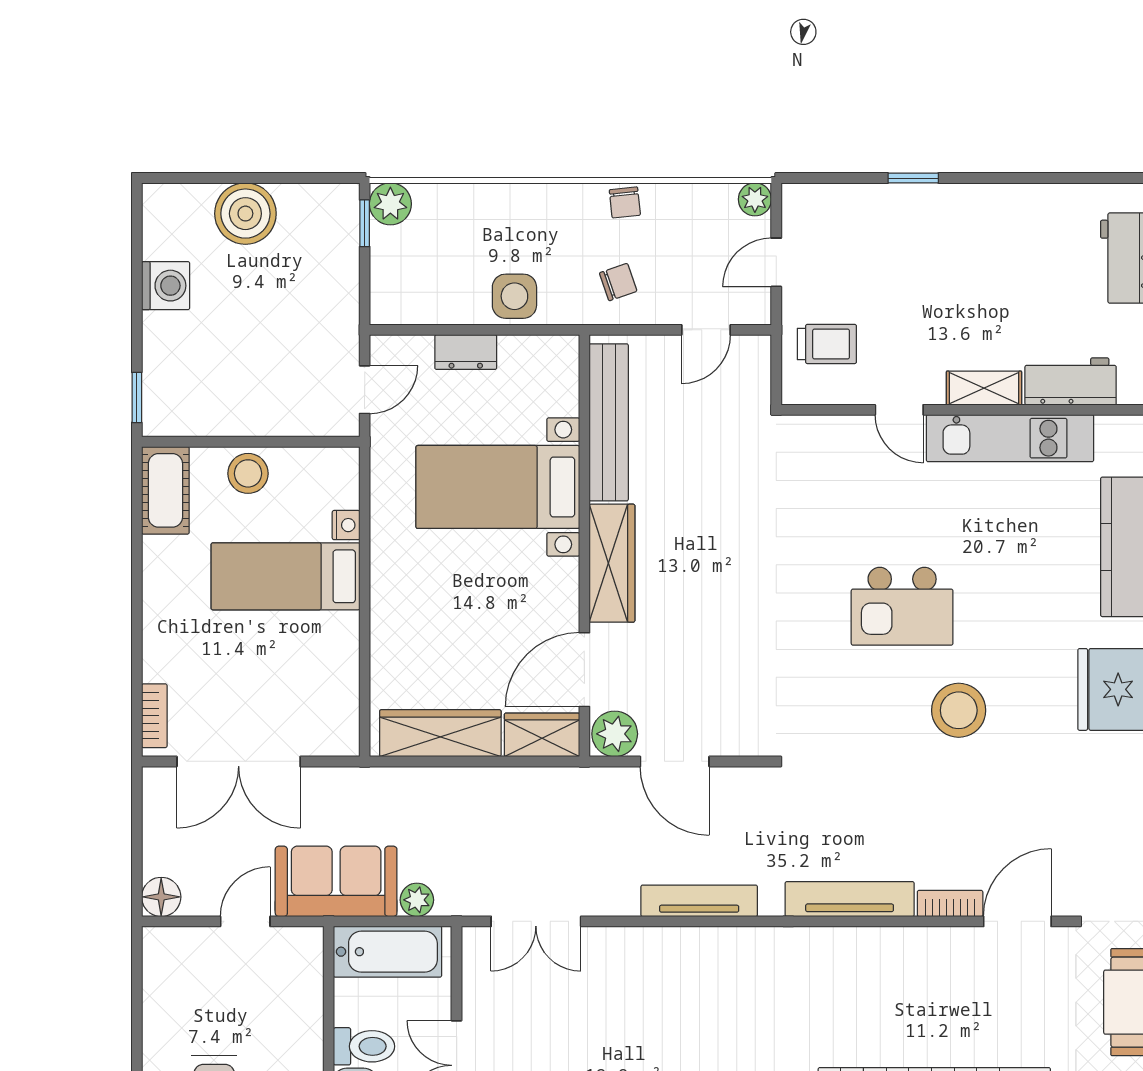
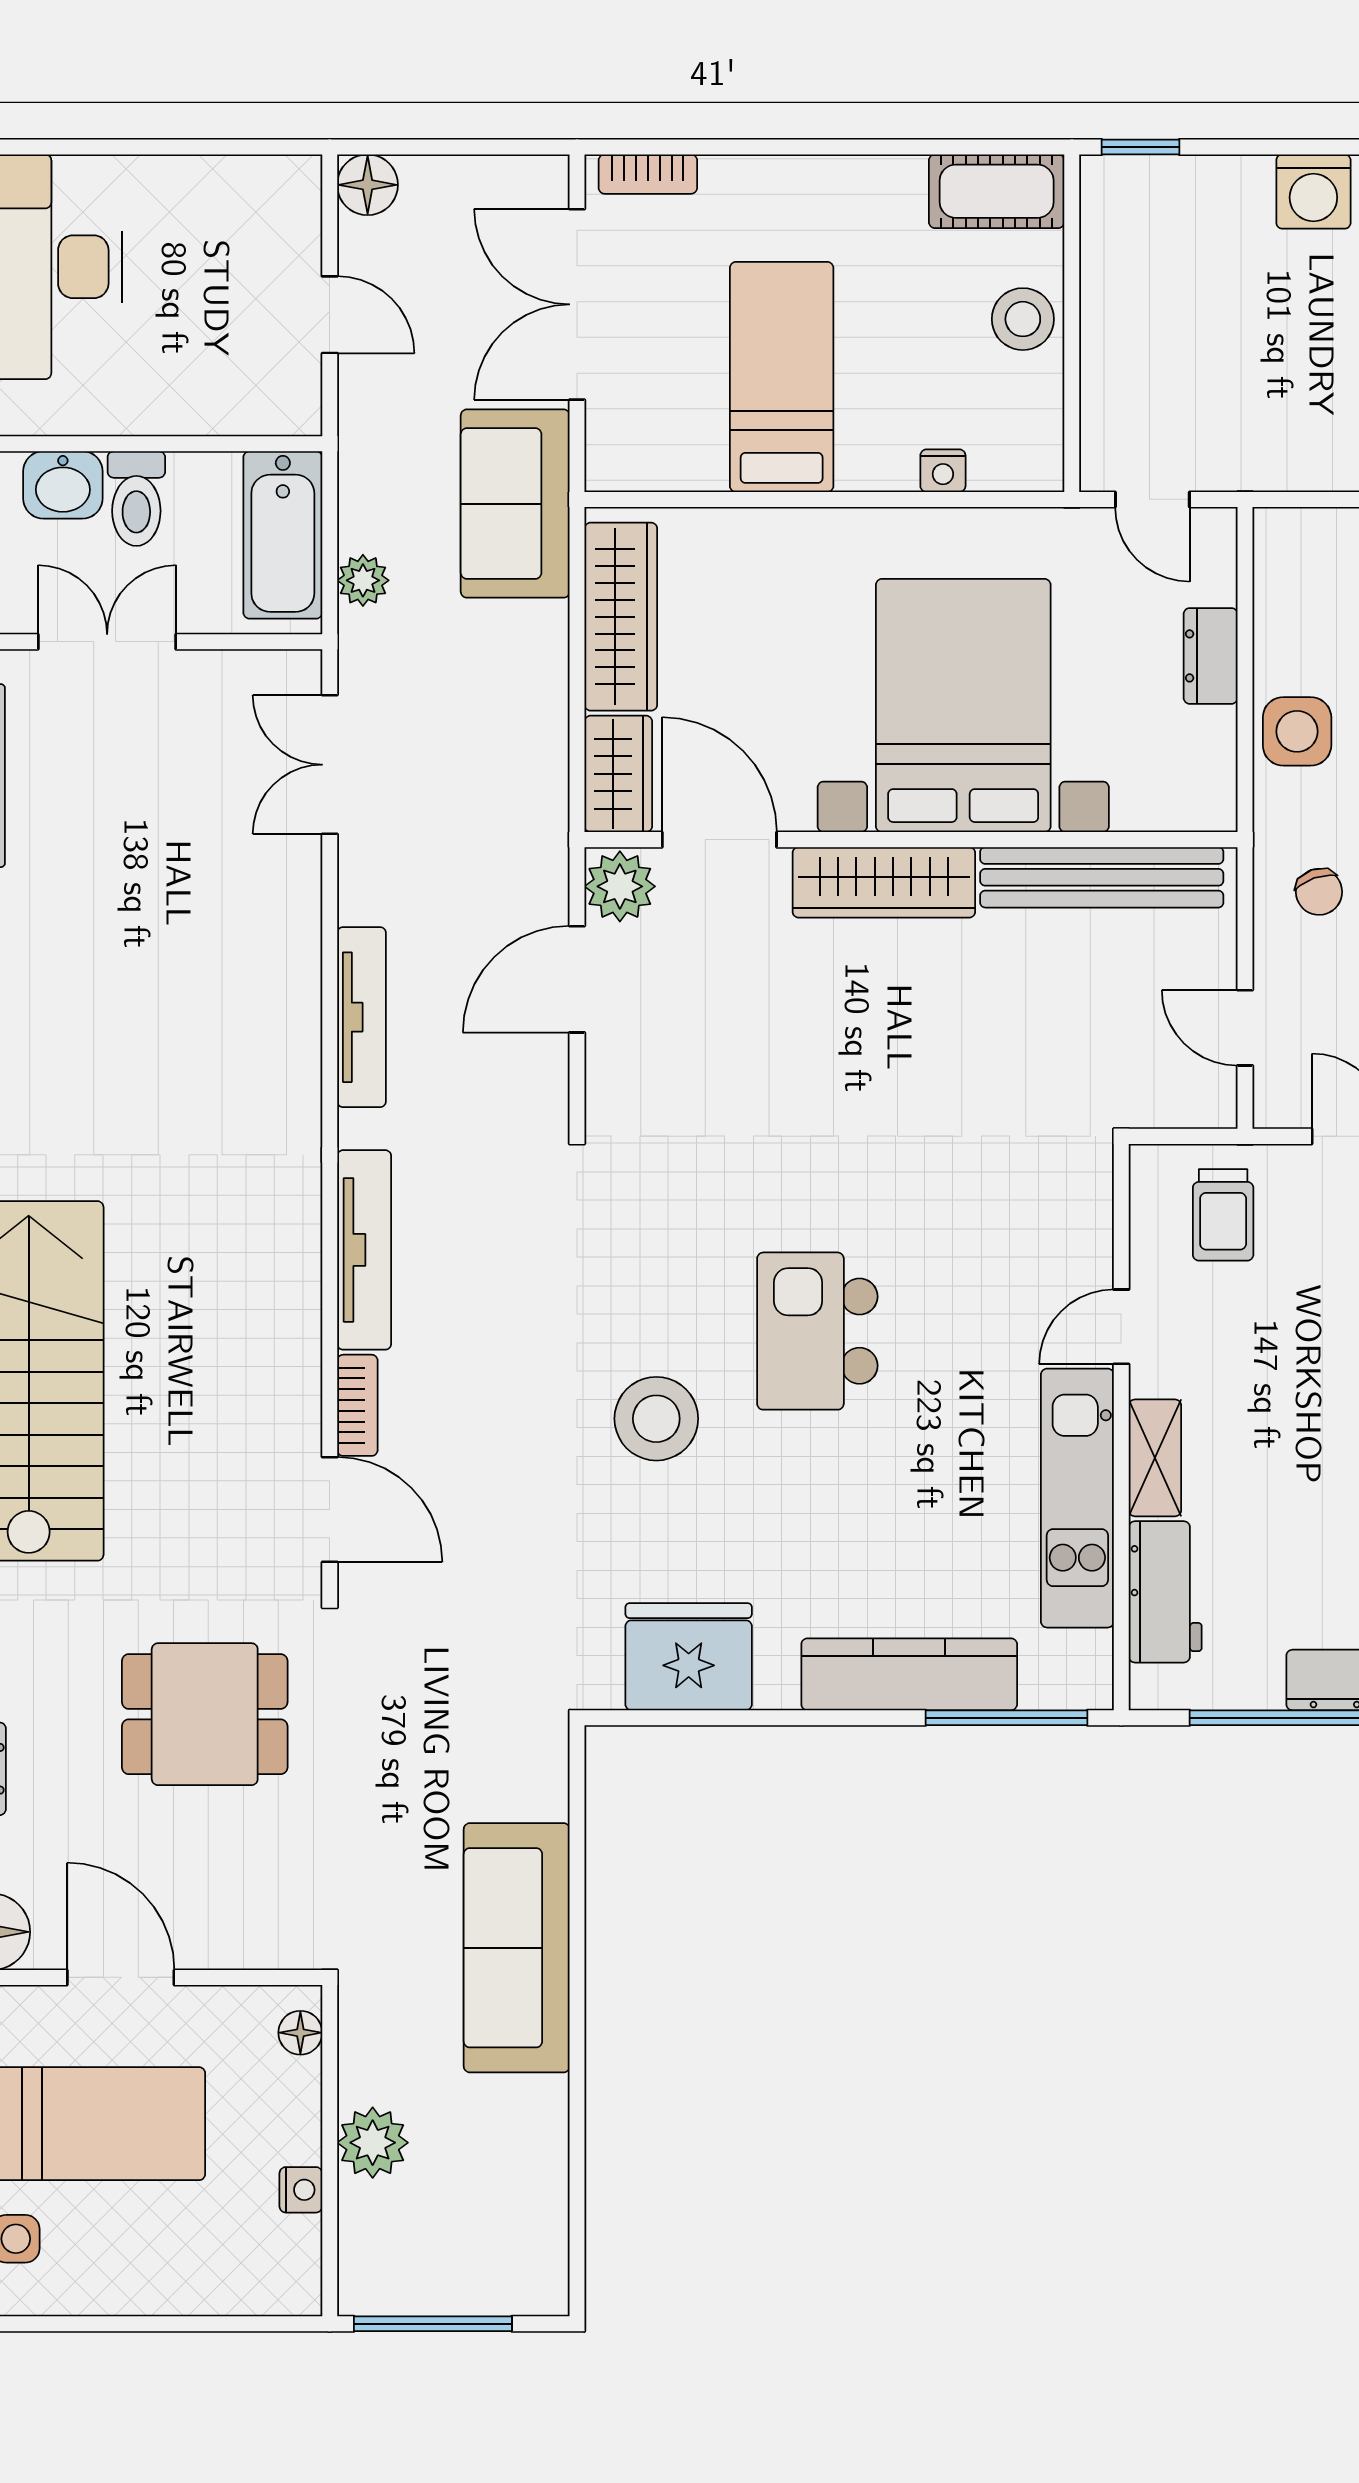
bed with nightstands: (498, 487) -> (963, 706), width x1.36
bed: (285, 576) -> (782, 377), moved
sofa: (336, 881) -> (515, 504), moved, turned 180

